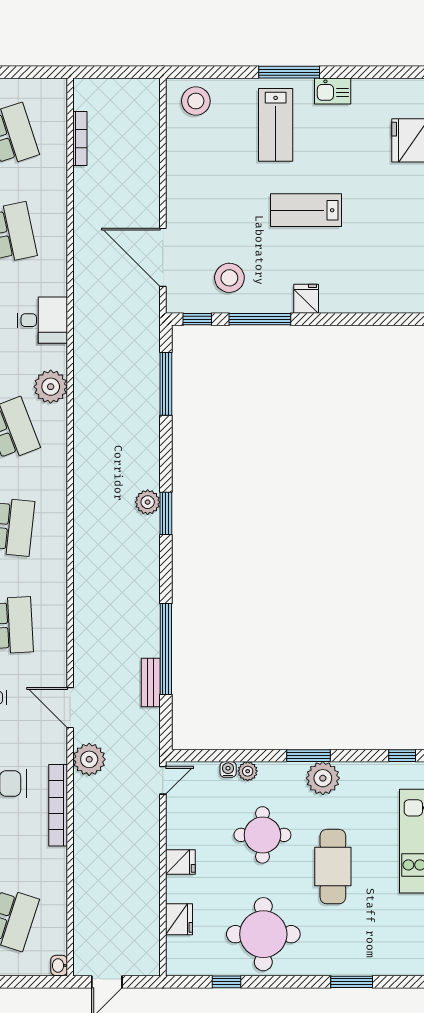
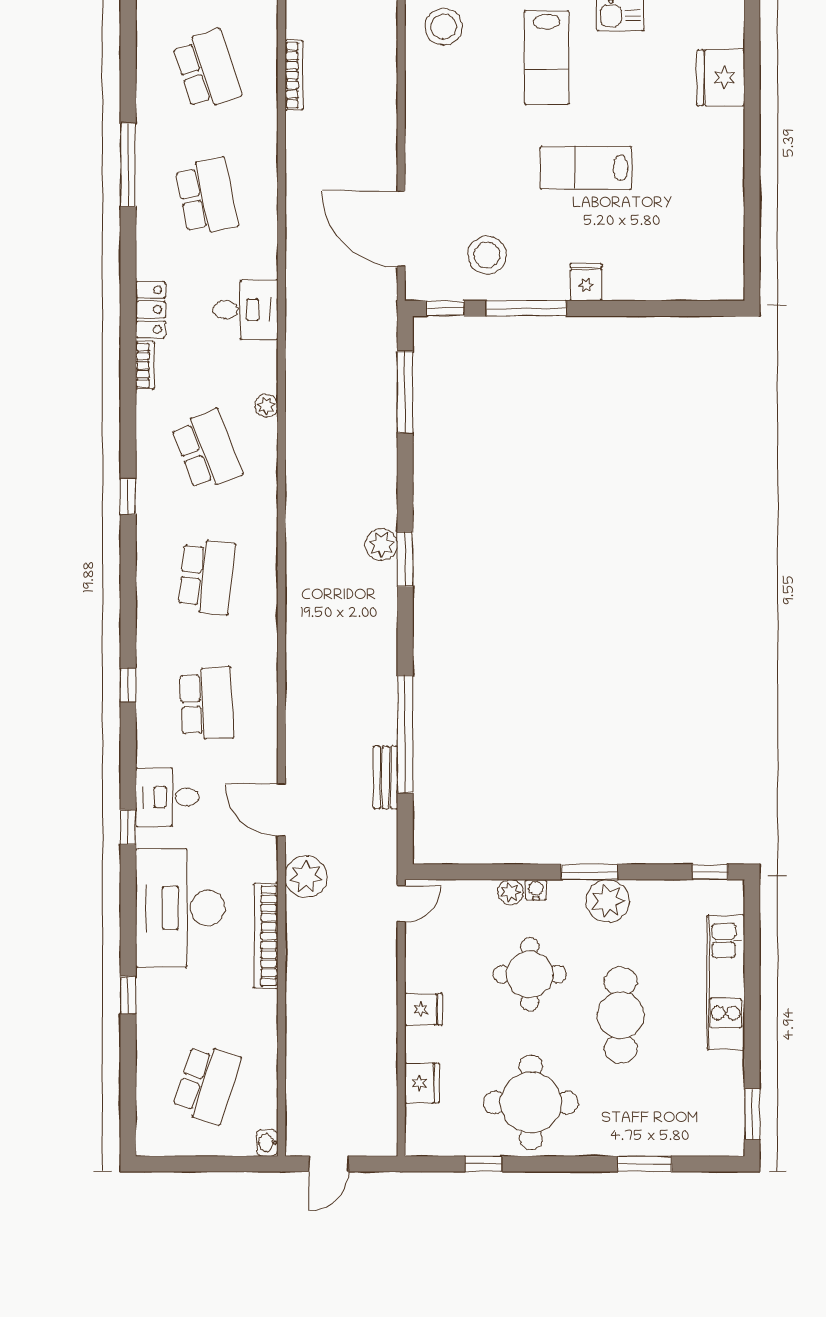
plant: (51, 387) -> (266, 406), width x0.53, depth x0.53
water cooler: (228, 769) -> (536, 890), moved

